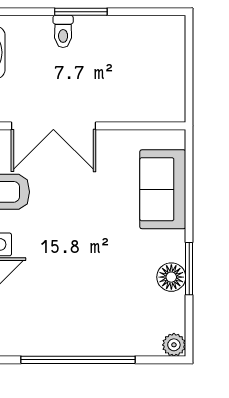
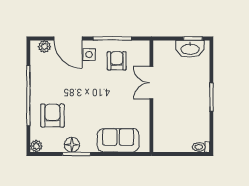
toilet: (63, 31) -> (201, 147), moved
double door: (53, 126) -> (151, 83), width x0.73
armchair: (116, 314) -> (52, 116), added

